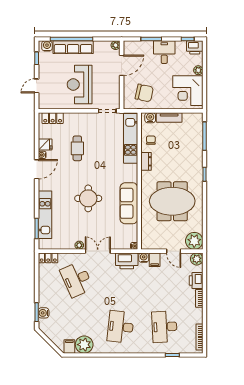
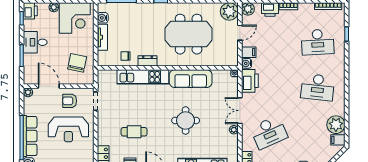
armchair: (107, 86) -> (70, 101), added
water cooler: (150, 118) -> (103, 18), moved
kitchen unit: (131, 138) -> (143, 77), moved
meeting table: (172, 201) -> (189, 34), turned 90

